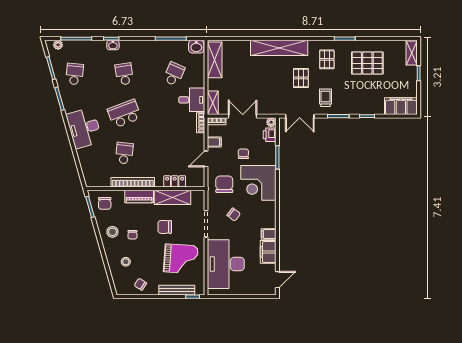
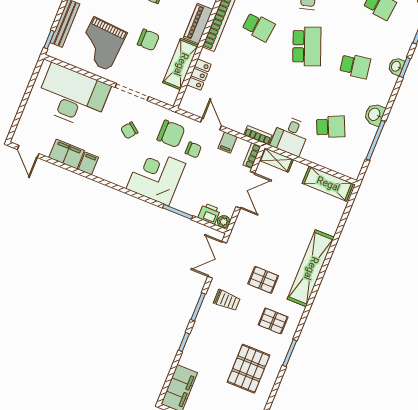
washbasin: (196, 47) -> (375, 114), moved
school desk: (174, 74) -> (331, 127), turned -48
chair: (243, 154) -> (193, 150), moved
chair: (165, 227) -> (148, 40), turned 90

